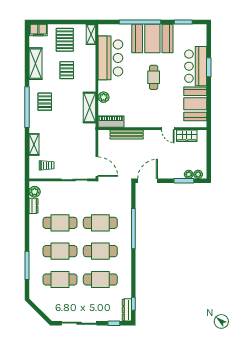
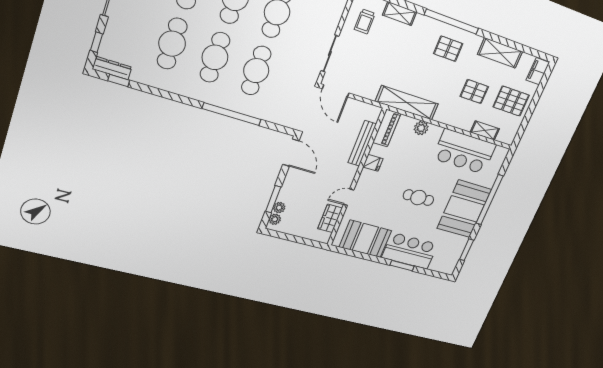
shelving: (91, 34) -> (485, 130), moved
shelving: (90, 108) -> (407, 103), width x1.47
fridge: (138, 121) -> (373, 163), added
door: (97, 167) -> (336, 91), hinge flipped

